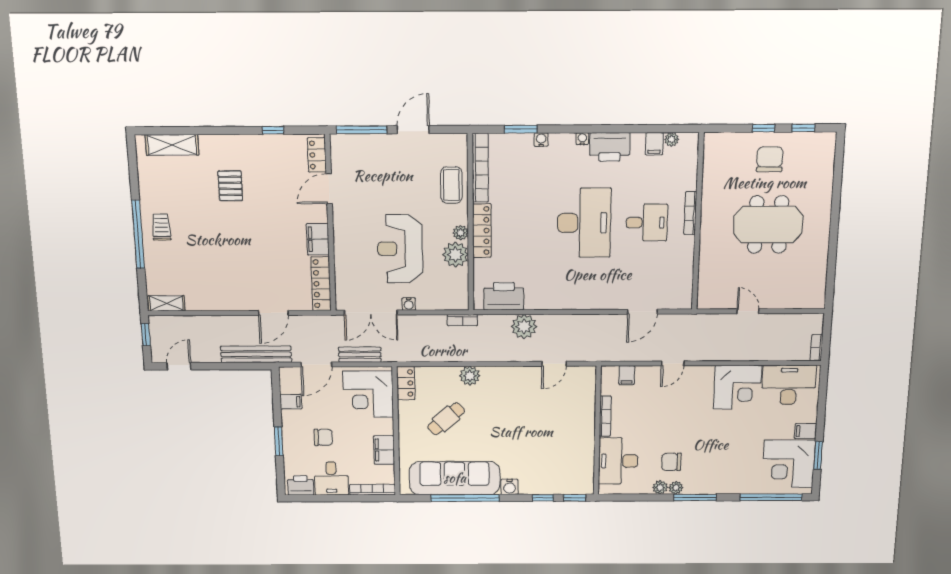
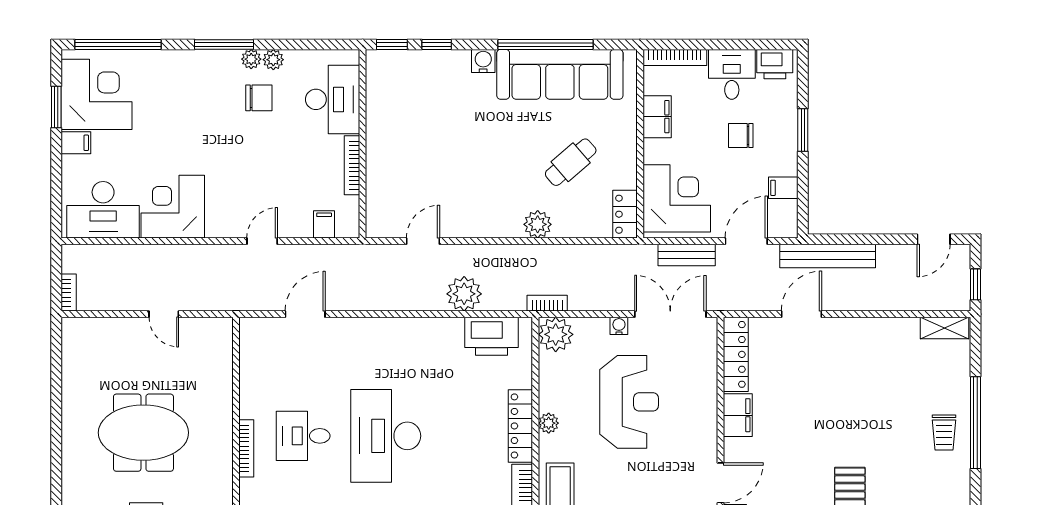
plant: (455, 255) -> (556, 334), moved
bookcase: (817, 348) -> (69, 293), moved

